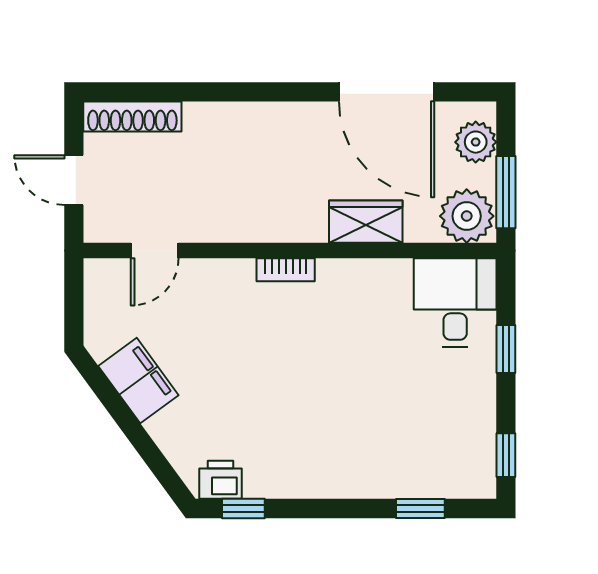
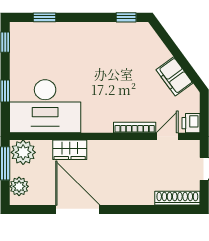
door: (387, 92) -> (78, 210), moved
bookcase: (286, 270) -> (135, 128), moved, width x1.56
desk: (455, 303) -> (45, 106), width x1.87, depth x1.30
printer: (220, 480) -> (191, 123), moved, turned 90

